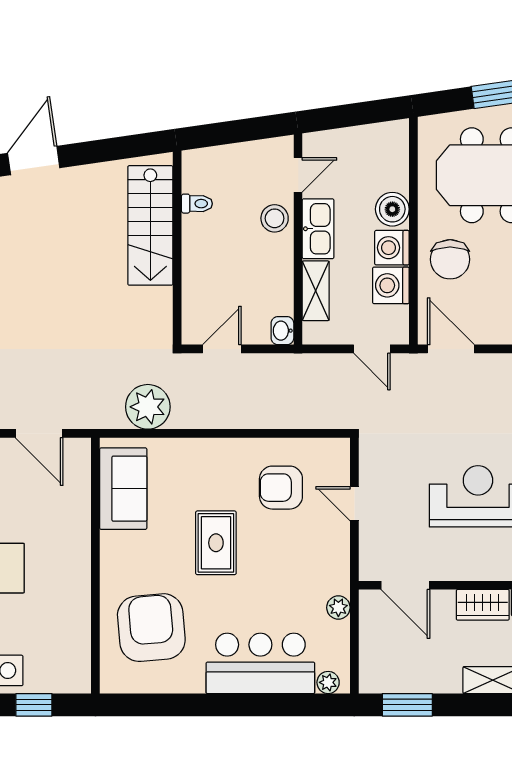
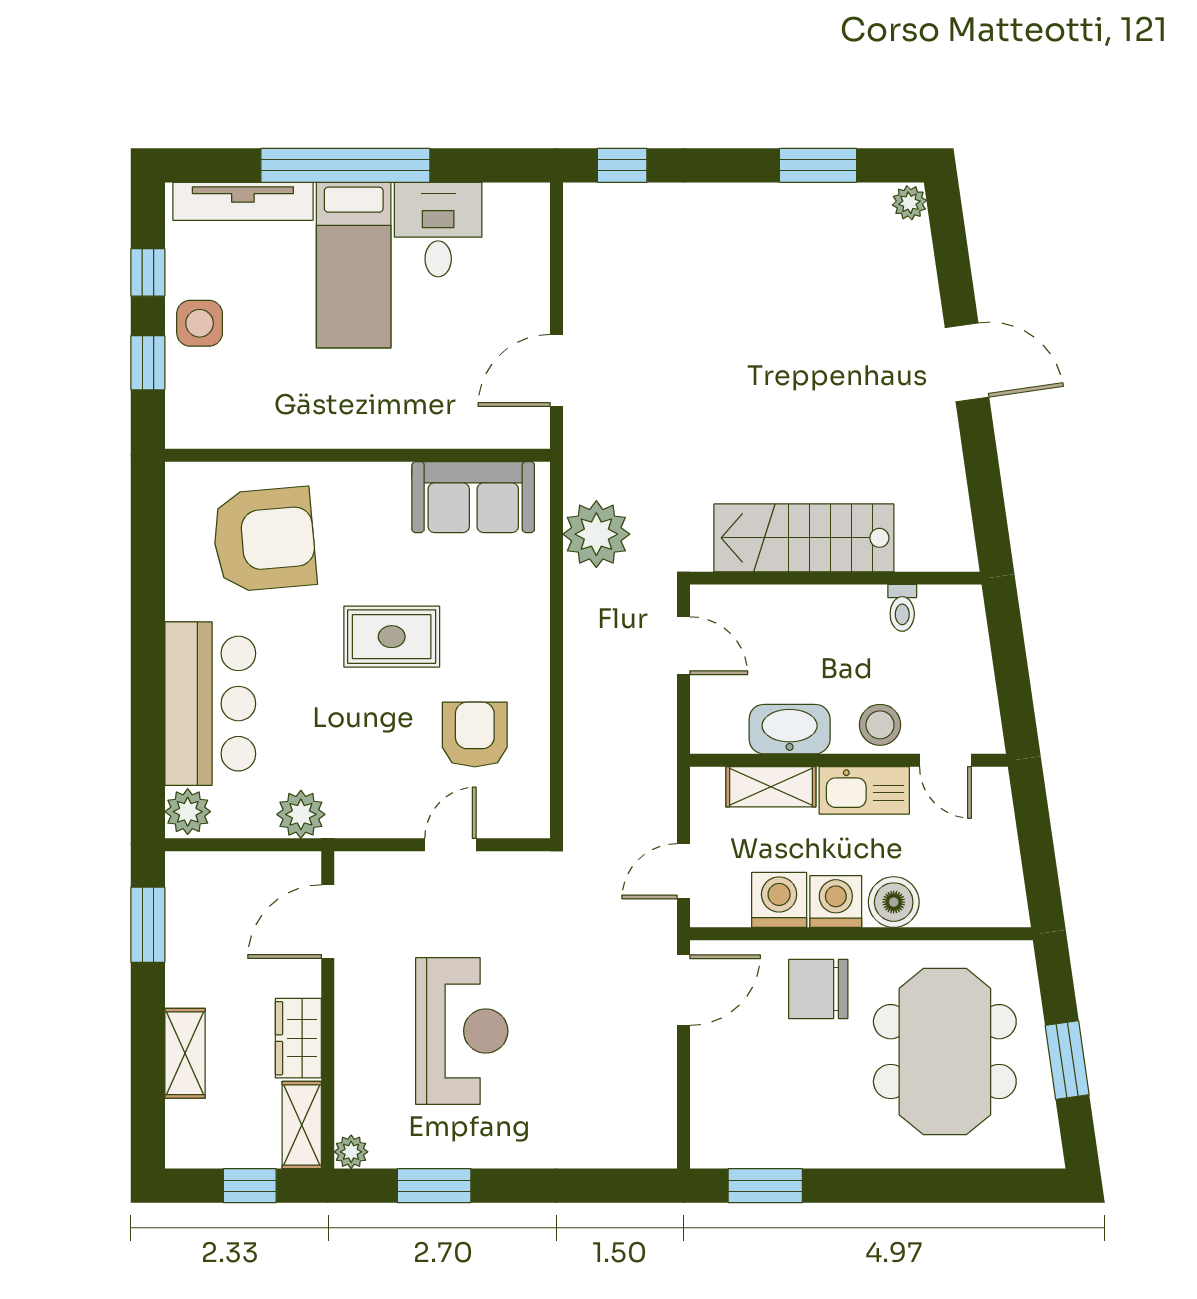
stairs: (150, 225) -> (804, 538), moved
washbasin: (282, 331) -> (790, 729), moved, width x1.91, depth x1.45
plant: (338, 608) -> (301, 814), width x1.38, depth x1.38
plant: (328, 682) -> (188, 812), width x1.38, depth x1.38

